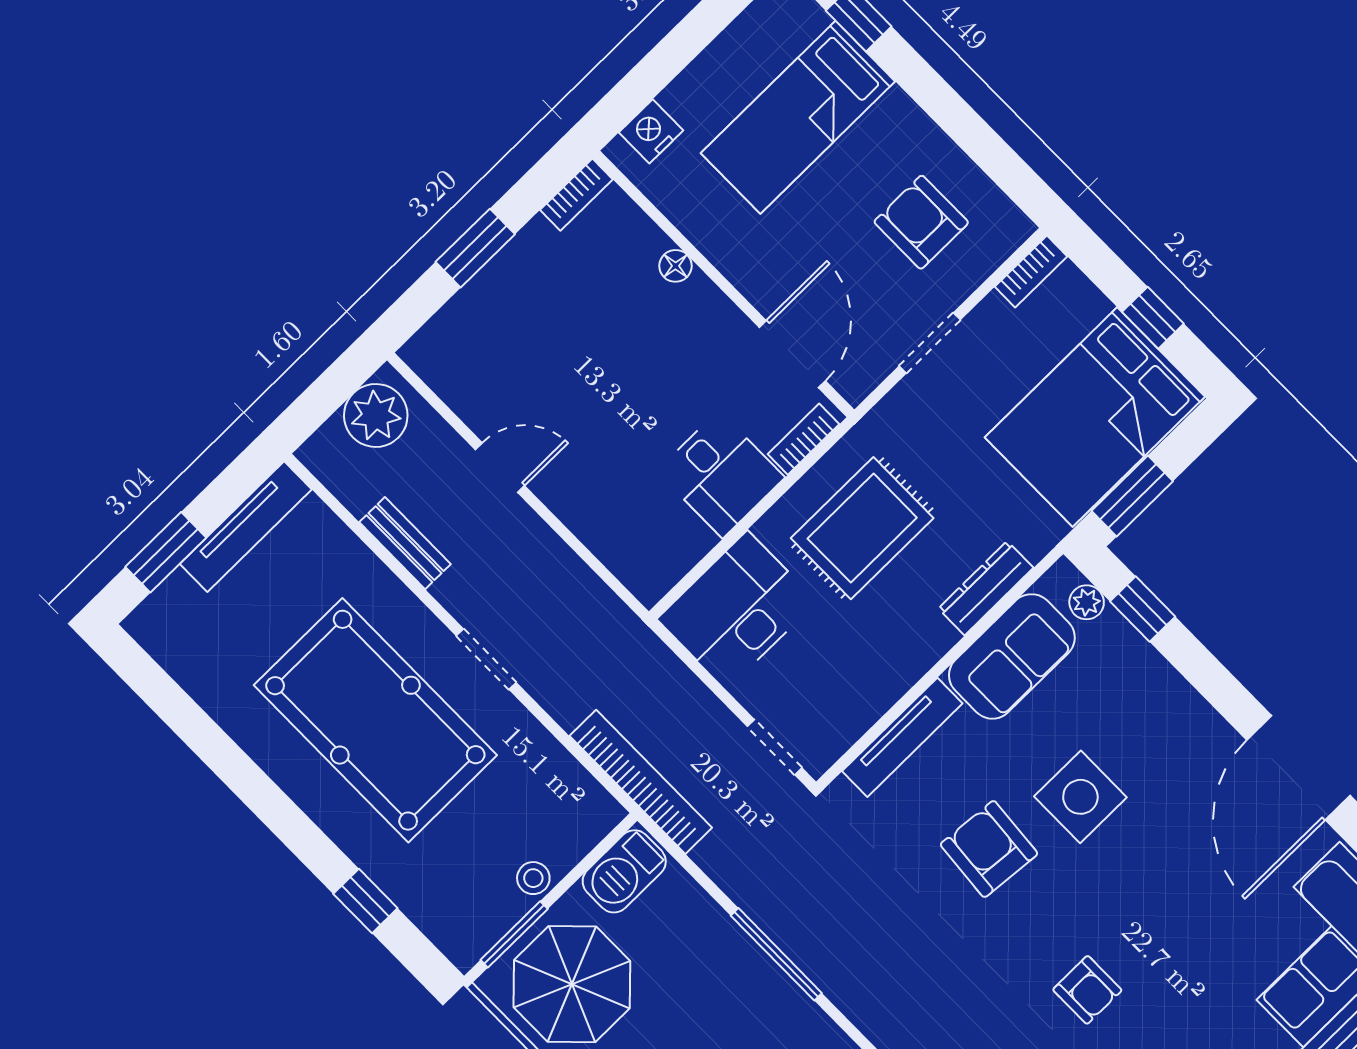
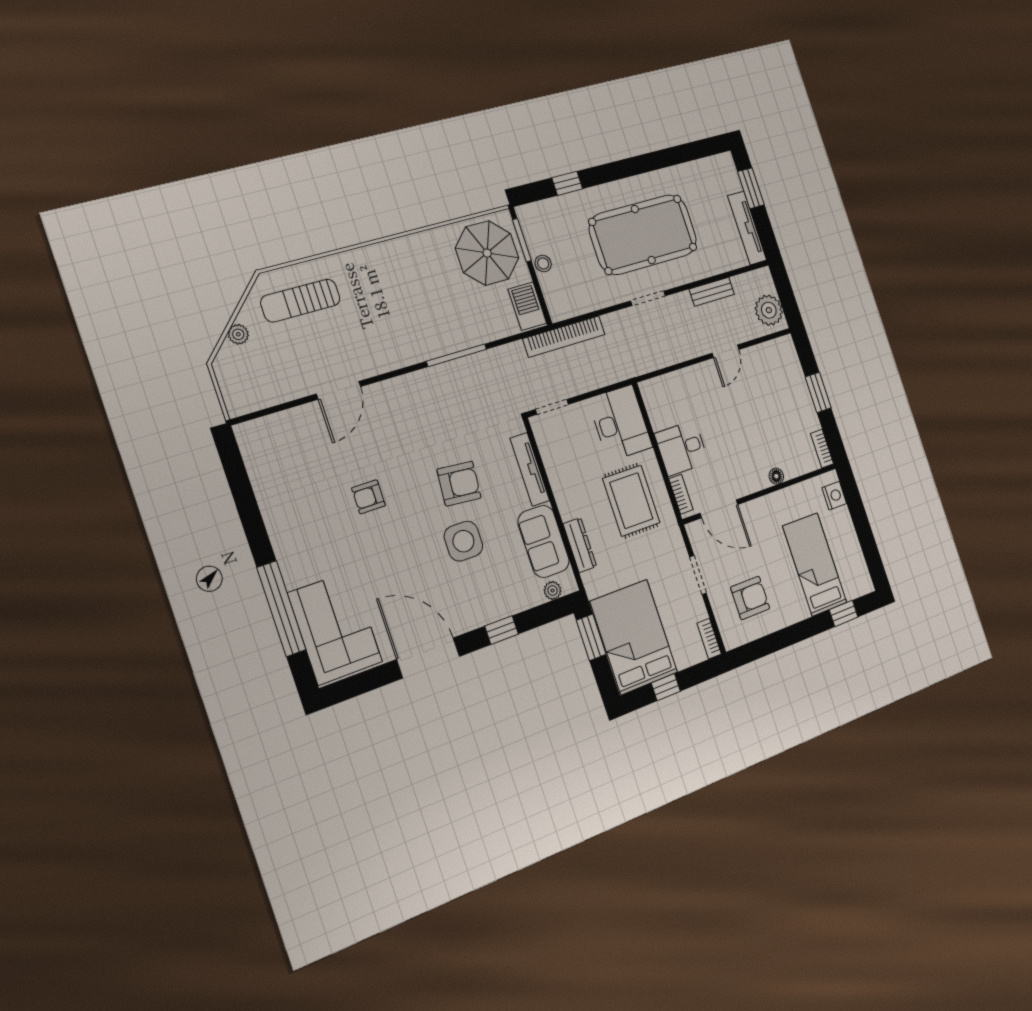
window: (1143, 609) -> (502, 630), moved

